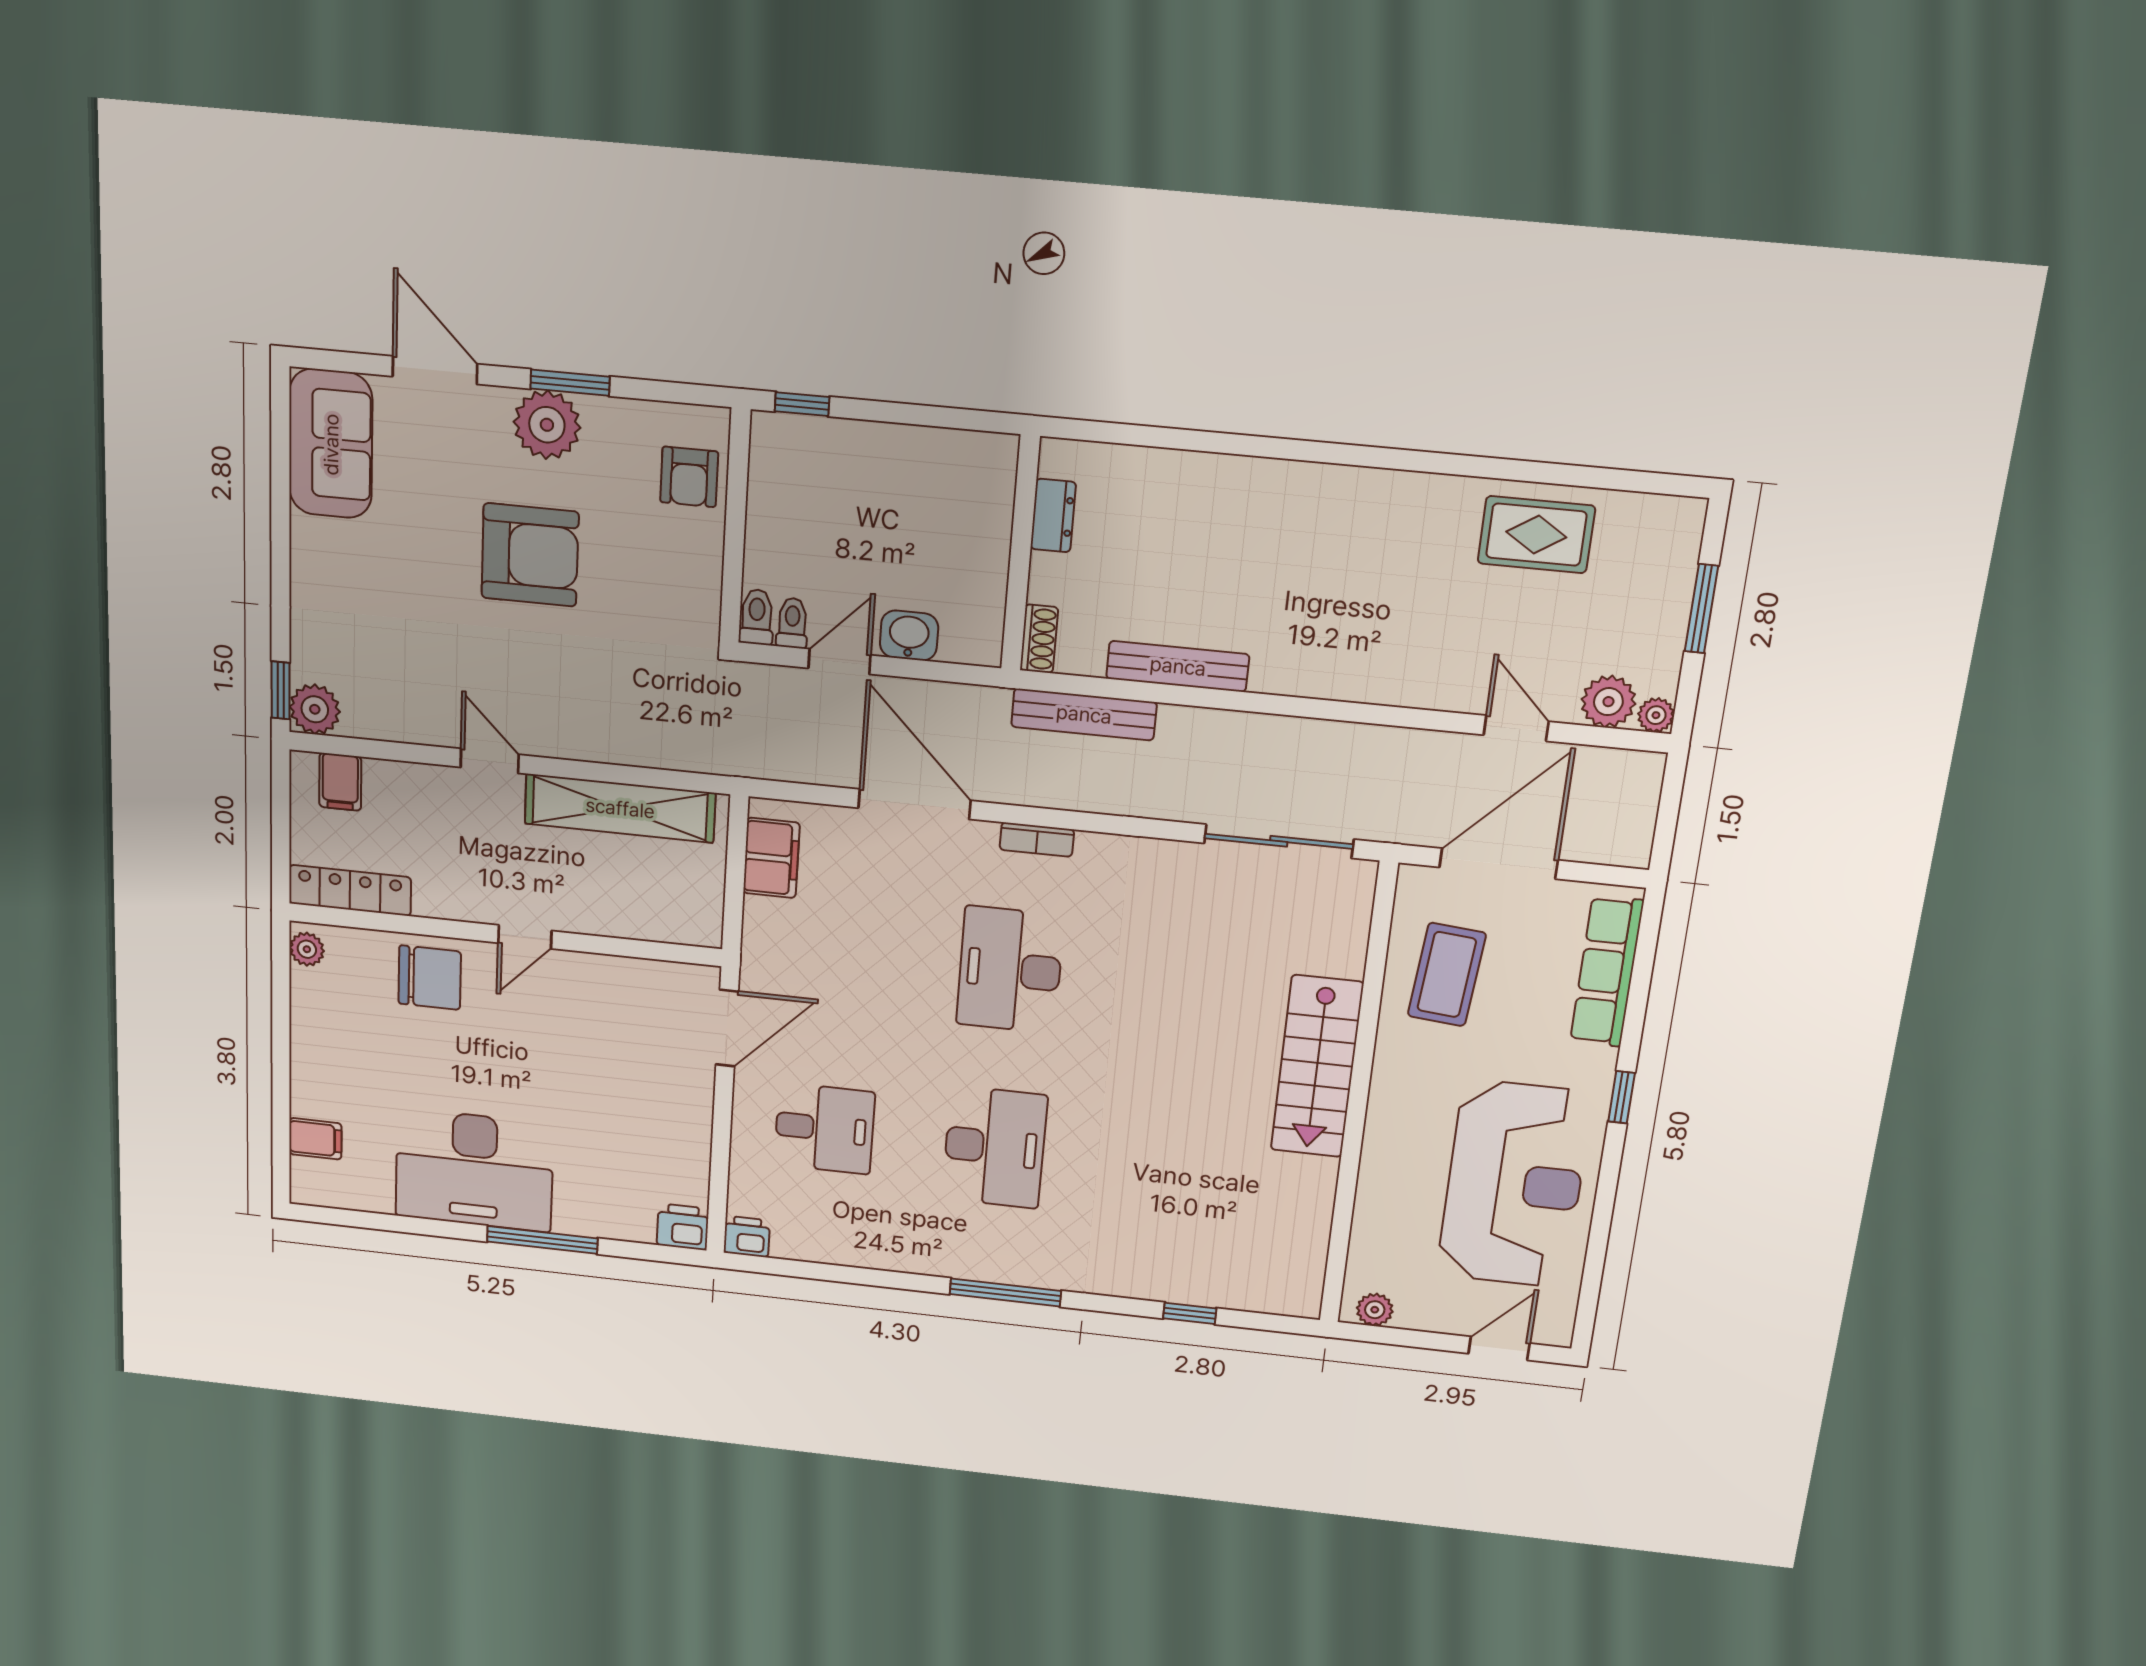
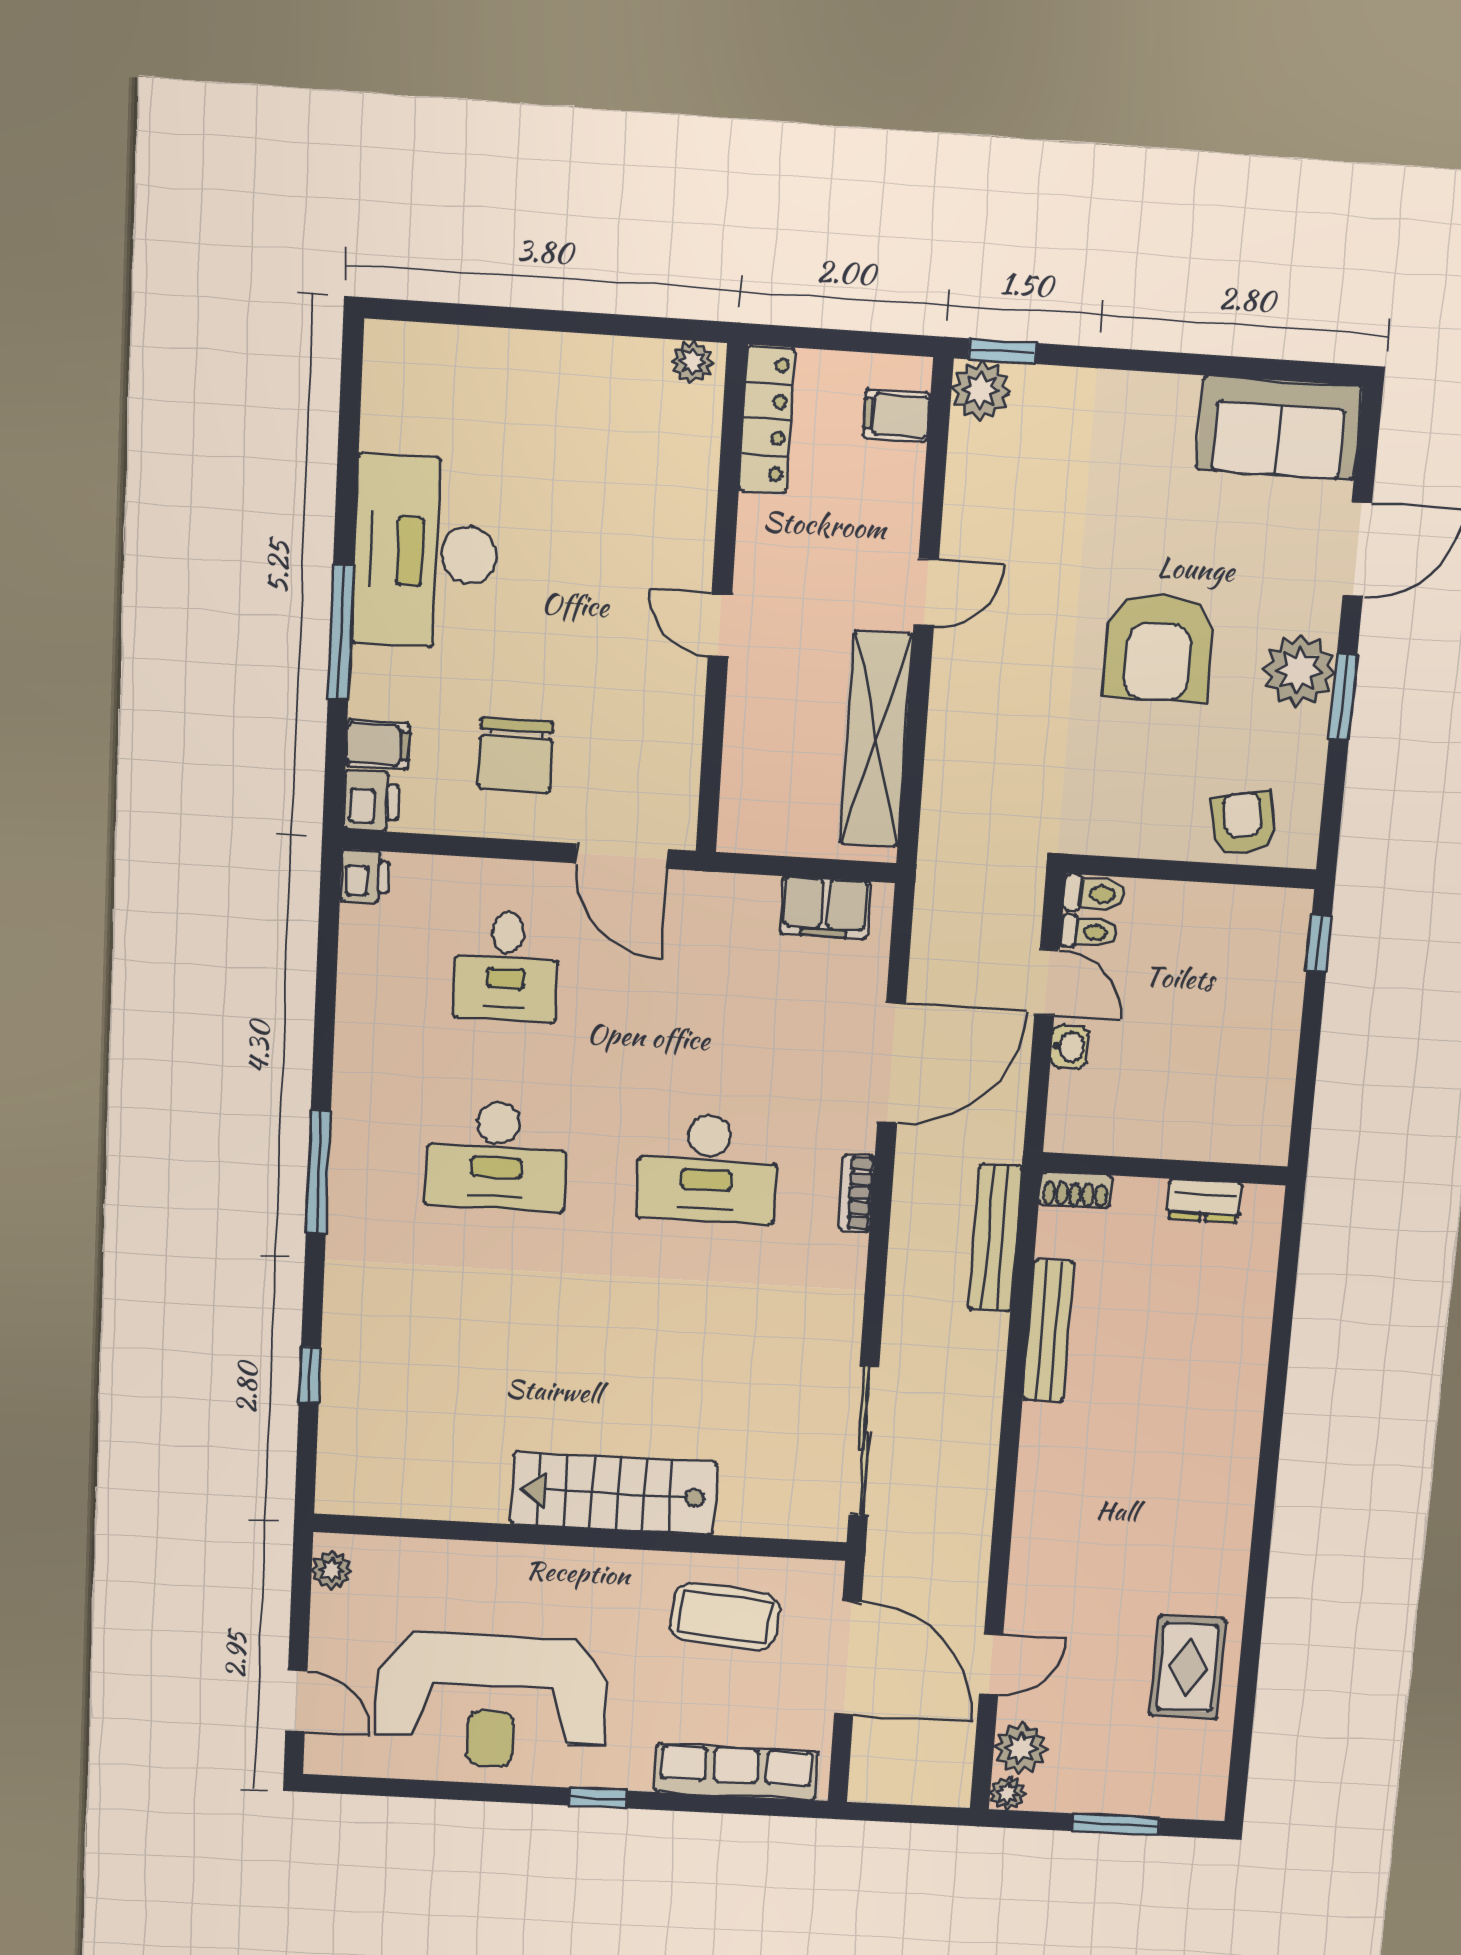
armchair: (689, 477) -> (1243, 823), turned 78
washbasin: (909, 635) -> (1069, 1047), width x0.72, depth x0.69
desk: (1010, 970) -> (708, 1168), turned 180
chair: (430, 978) -> (516, 755), moved
filing cabinet: (315, 1139) -> (378, 744), moved, turned -90

